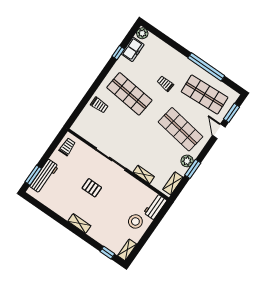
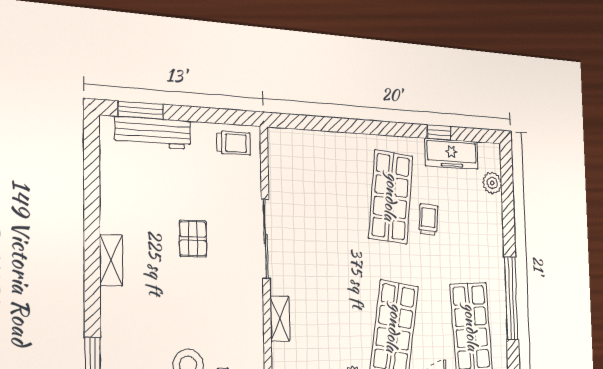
plant: (142, 33) -> (492, 183), moved
freezer: (133, 49) -> (452, 154), width x1.40
trolley: (165, 84) -> (428, 220), moved
trolley: (99, 105) -> (340, 155), removed

